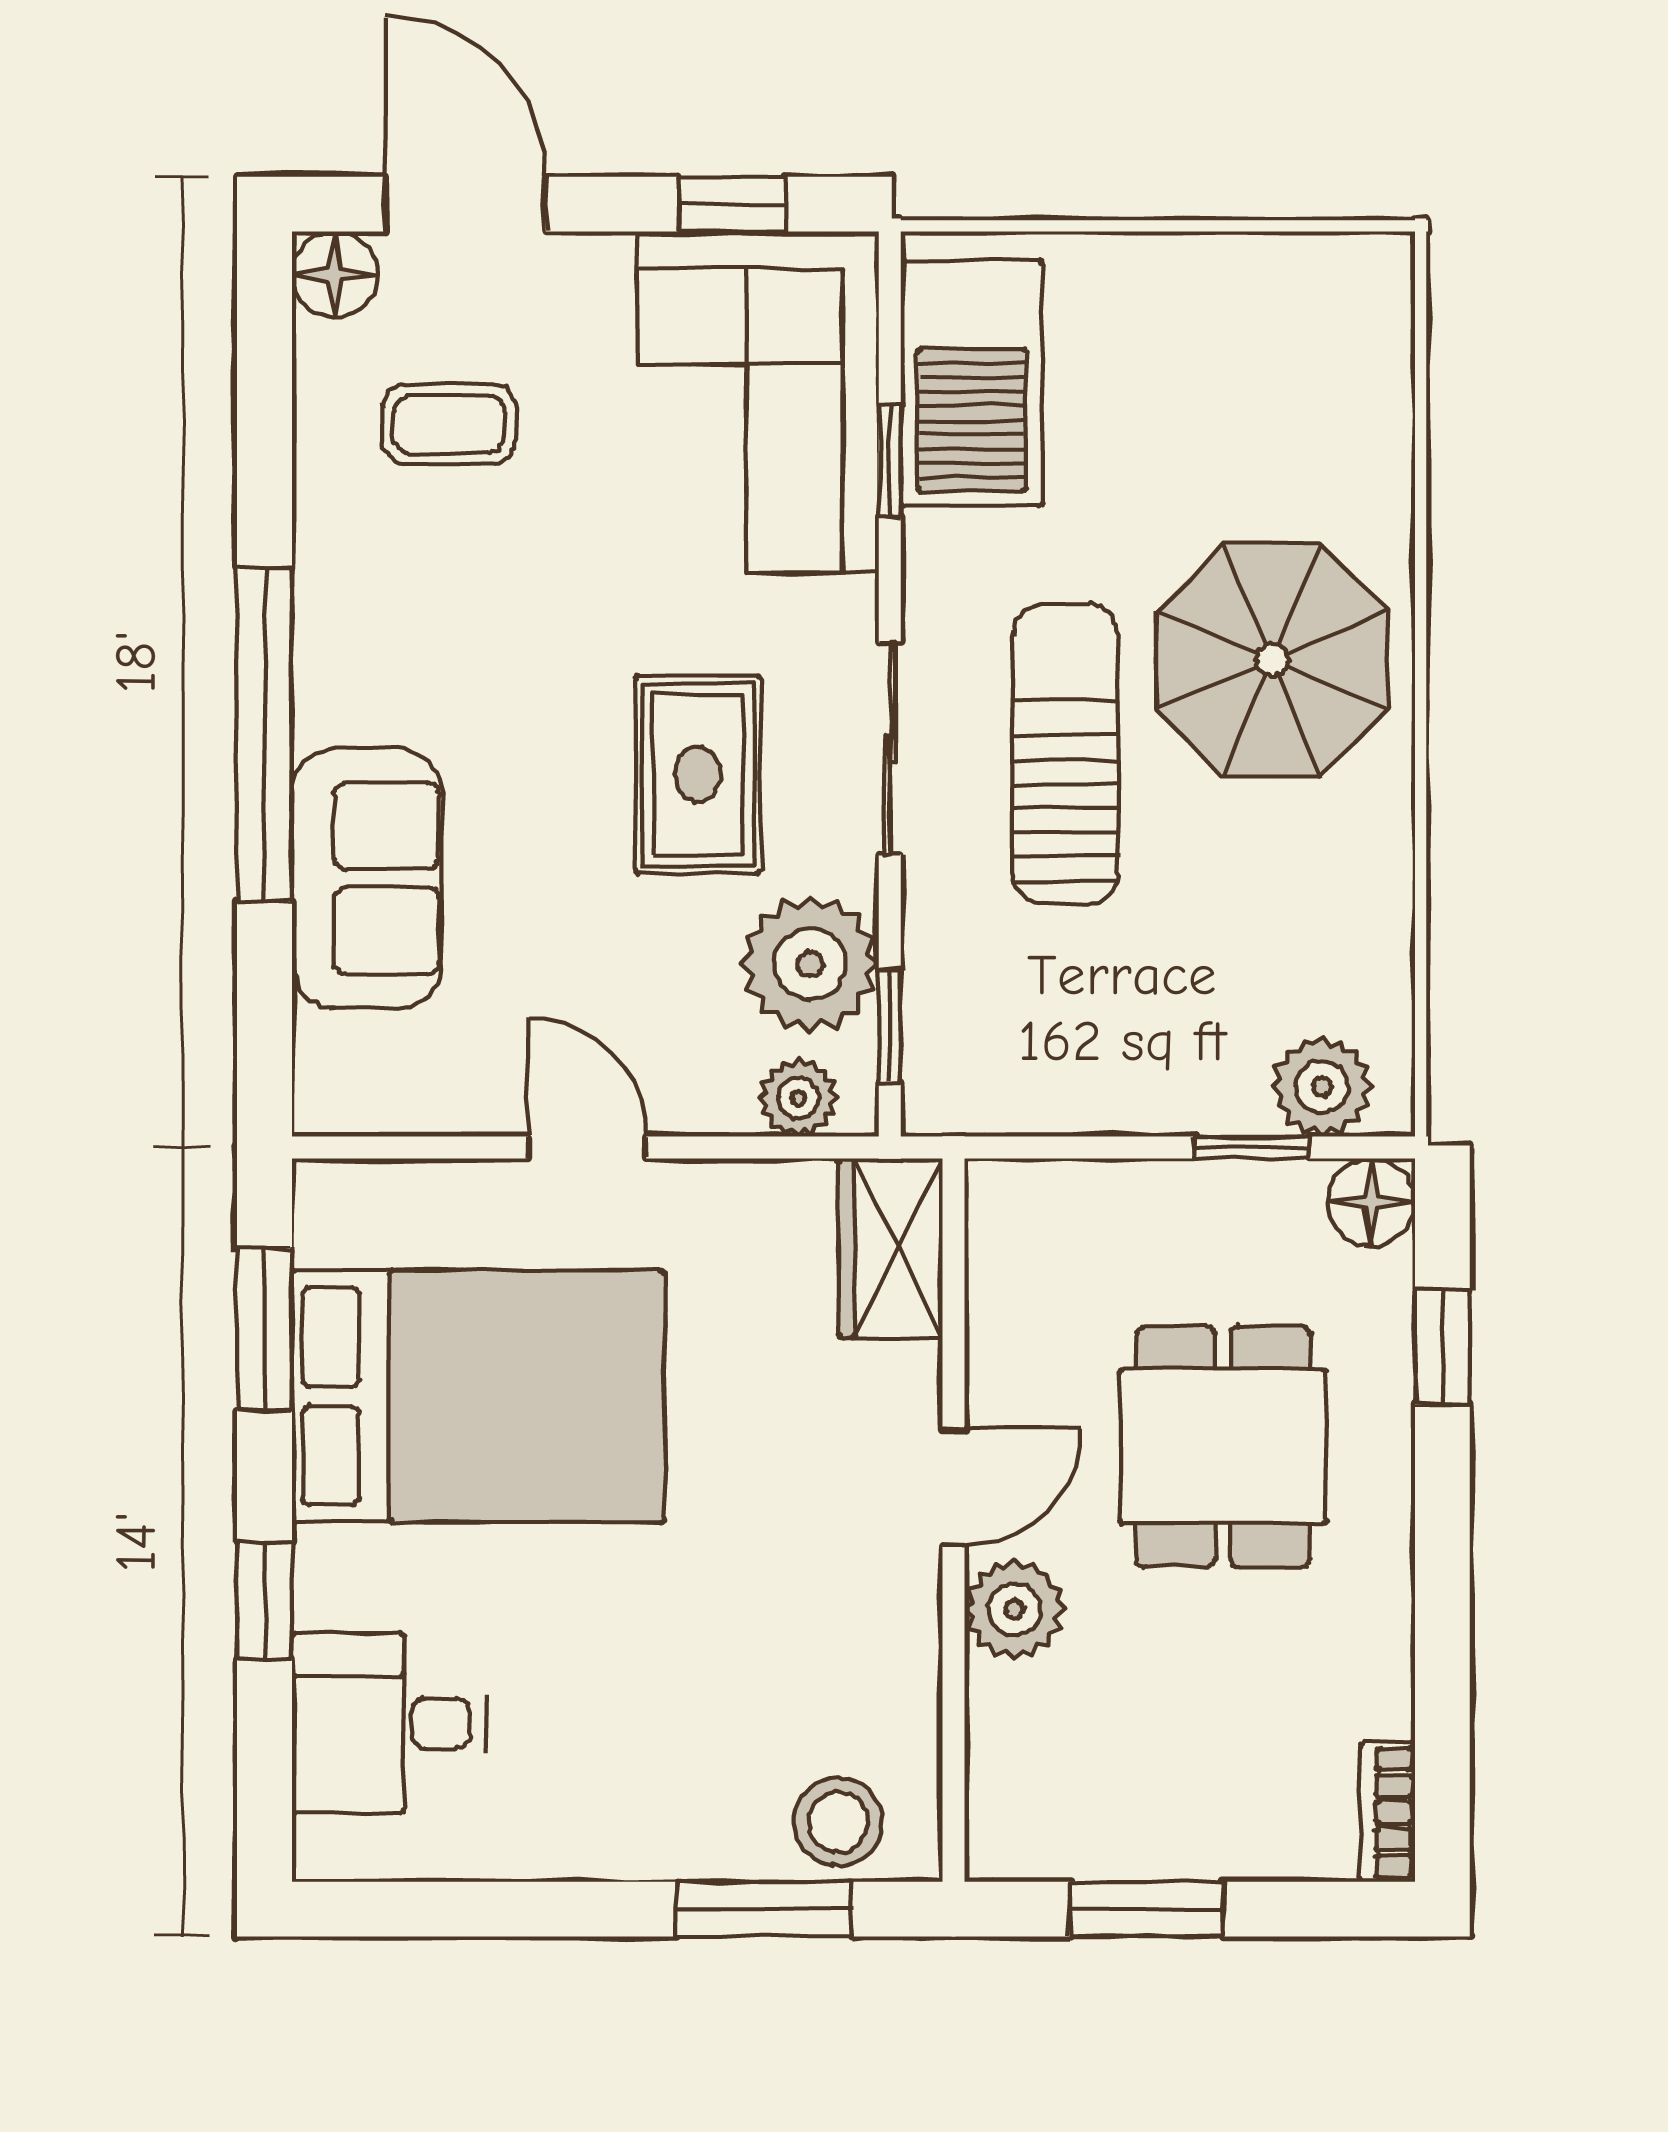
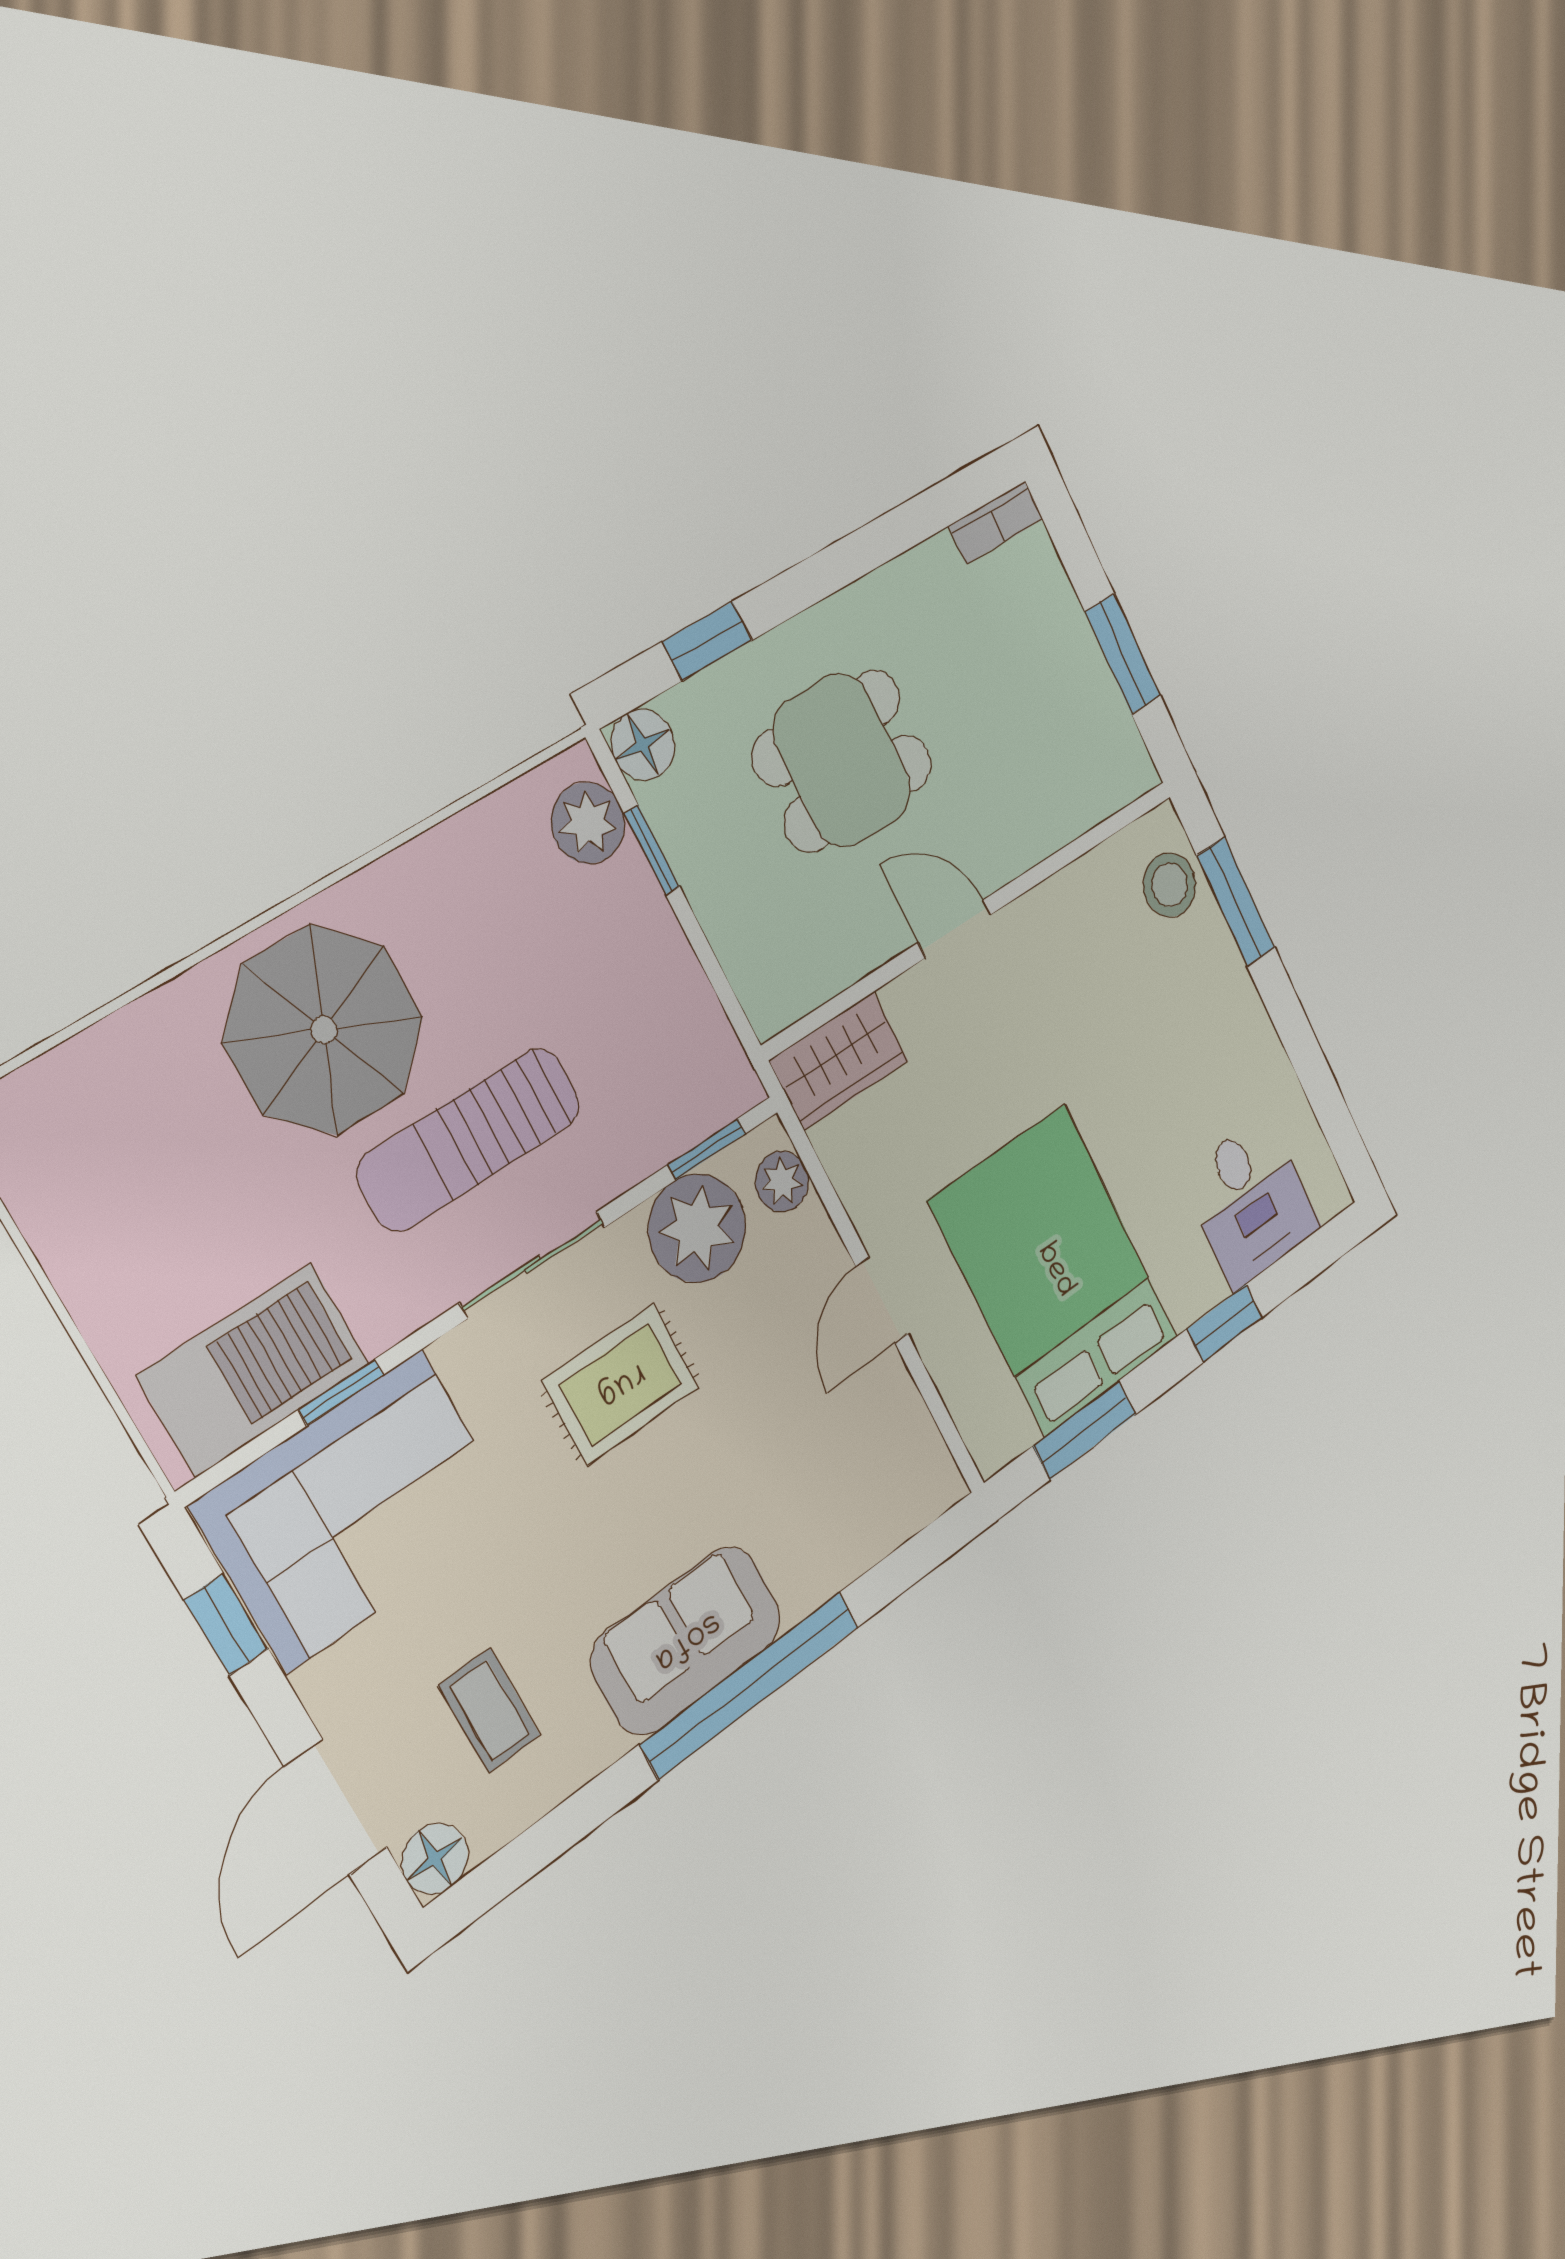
sofa: (367, 878) -> (687, 1640), moved
plant: (1014, 1609) -> (1003, 844), removed

